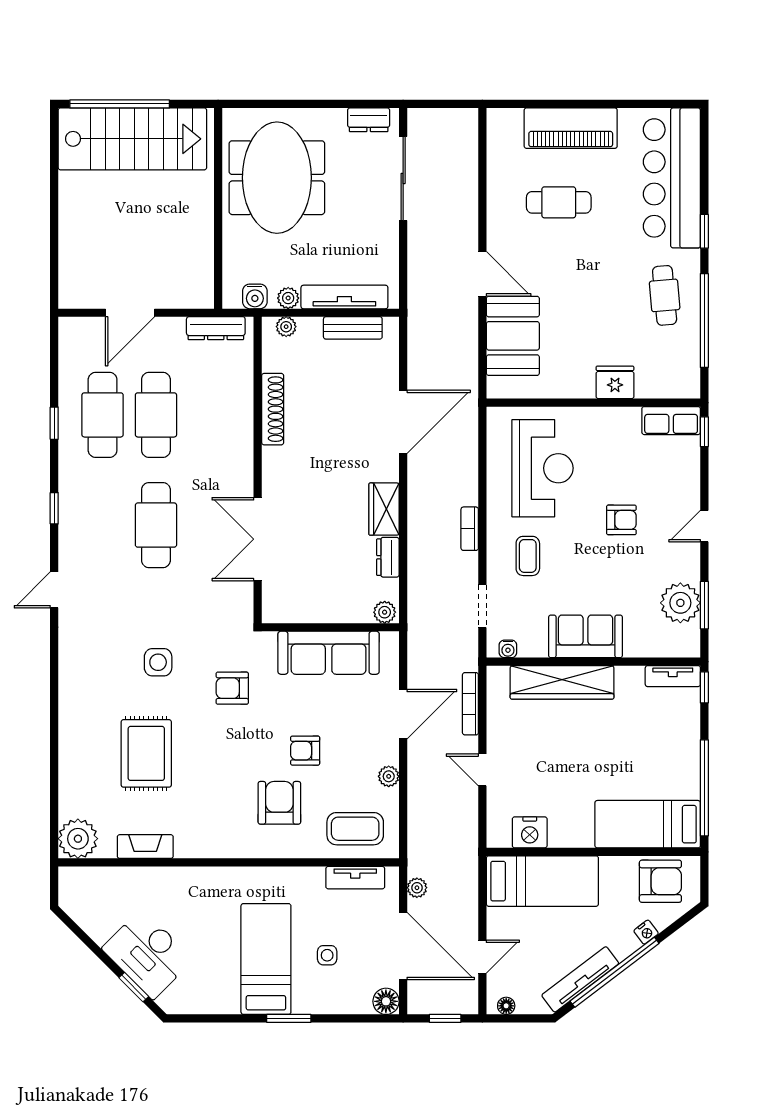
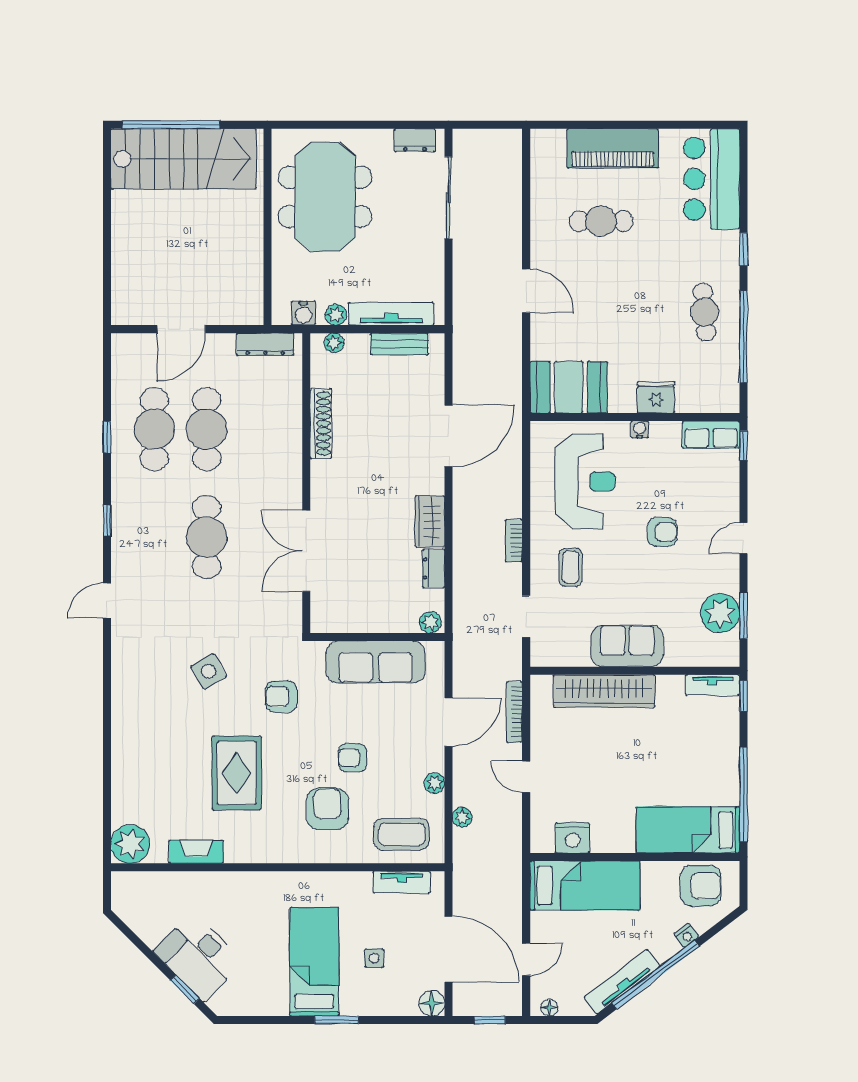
bar counter: (672, 178) -> (712, 179), width x0.73
booth: (513, 336) -> (569, 387), moved, turned 90
water cooler: (508, 649) -> (640, 430), moved, turned 180
side table: (158, 662) -> (209, 671), turned -30
rug: (146, 753) -> (237, 773), moved
plant: (417, 888) -> (462, 817), moved

